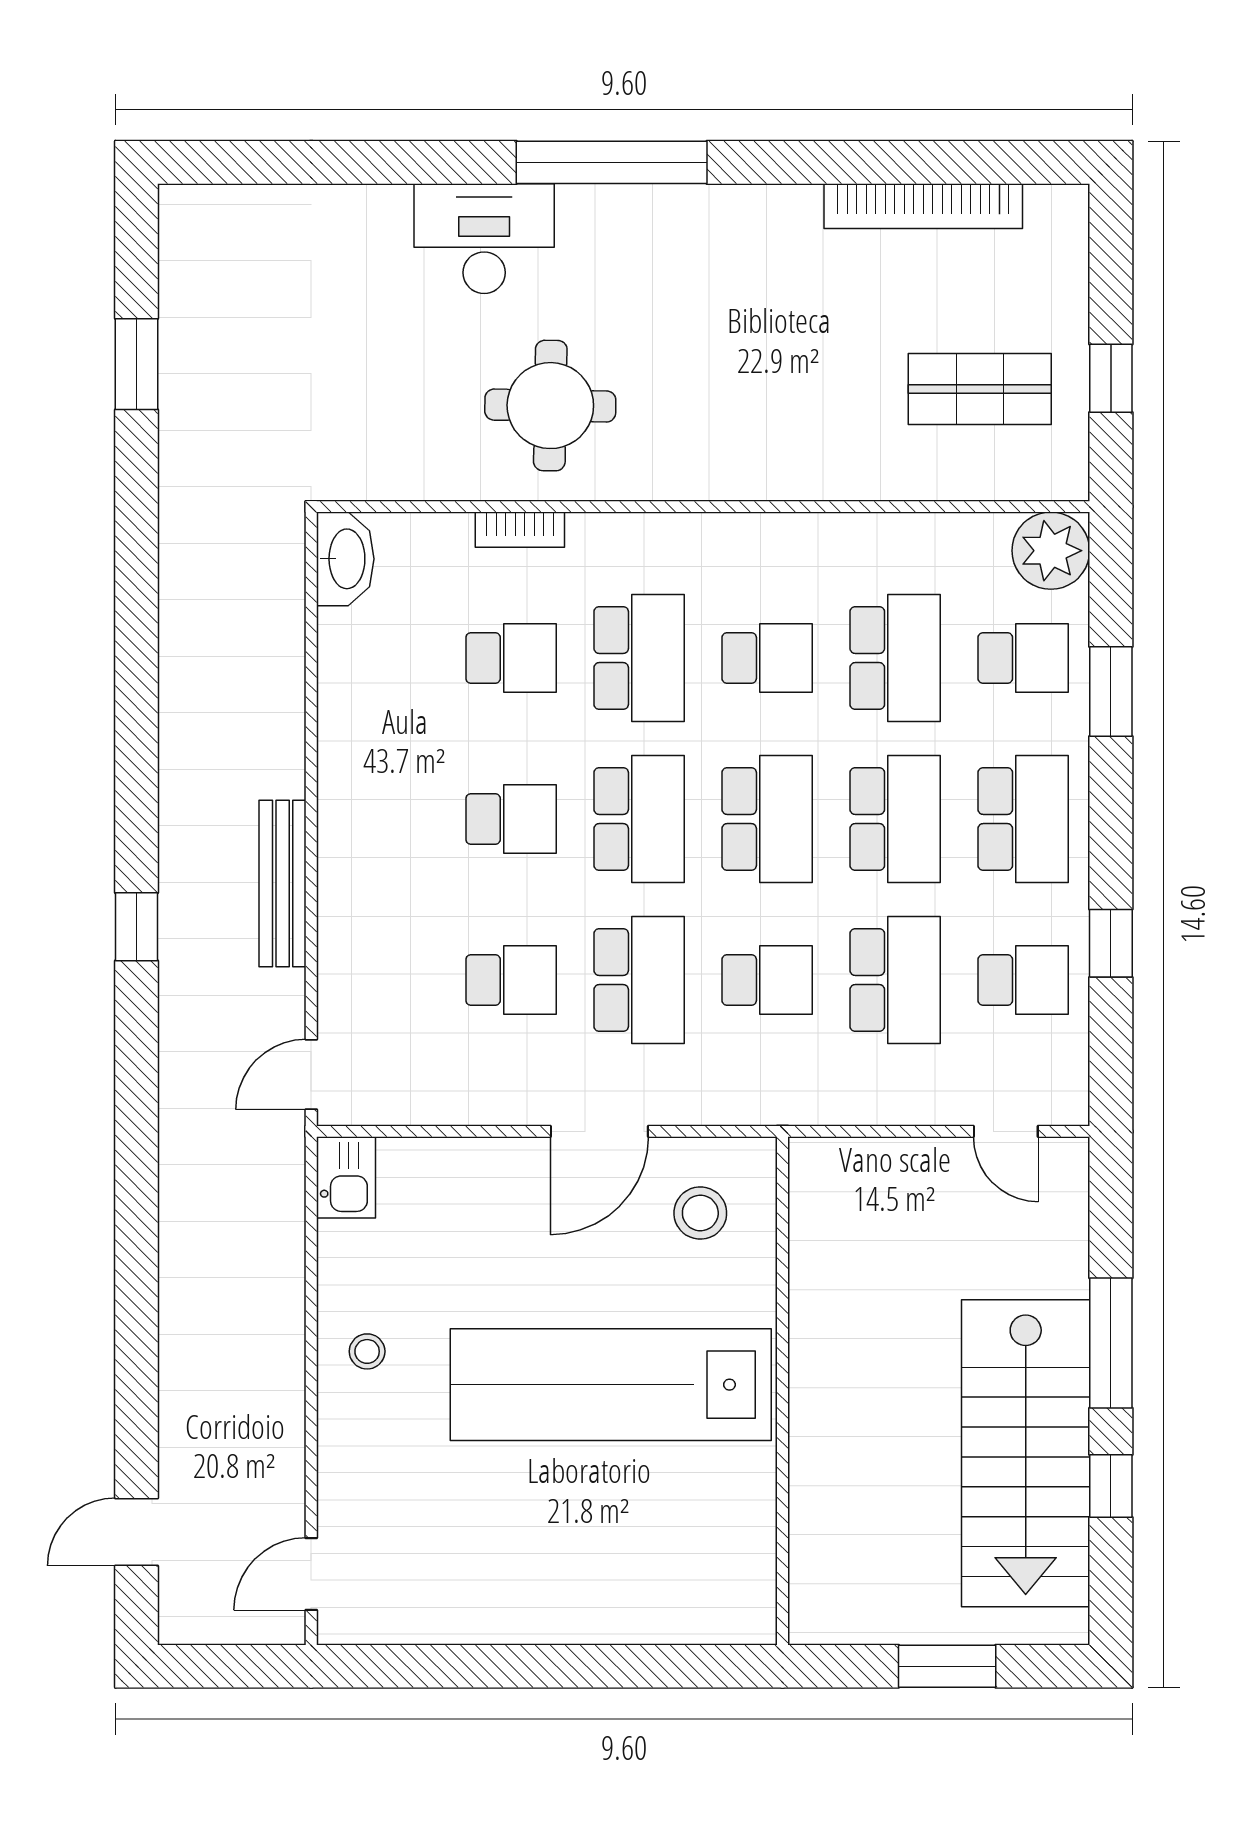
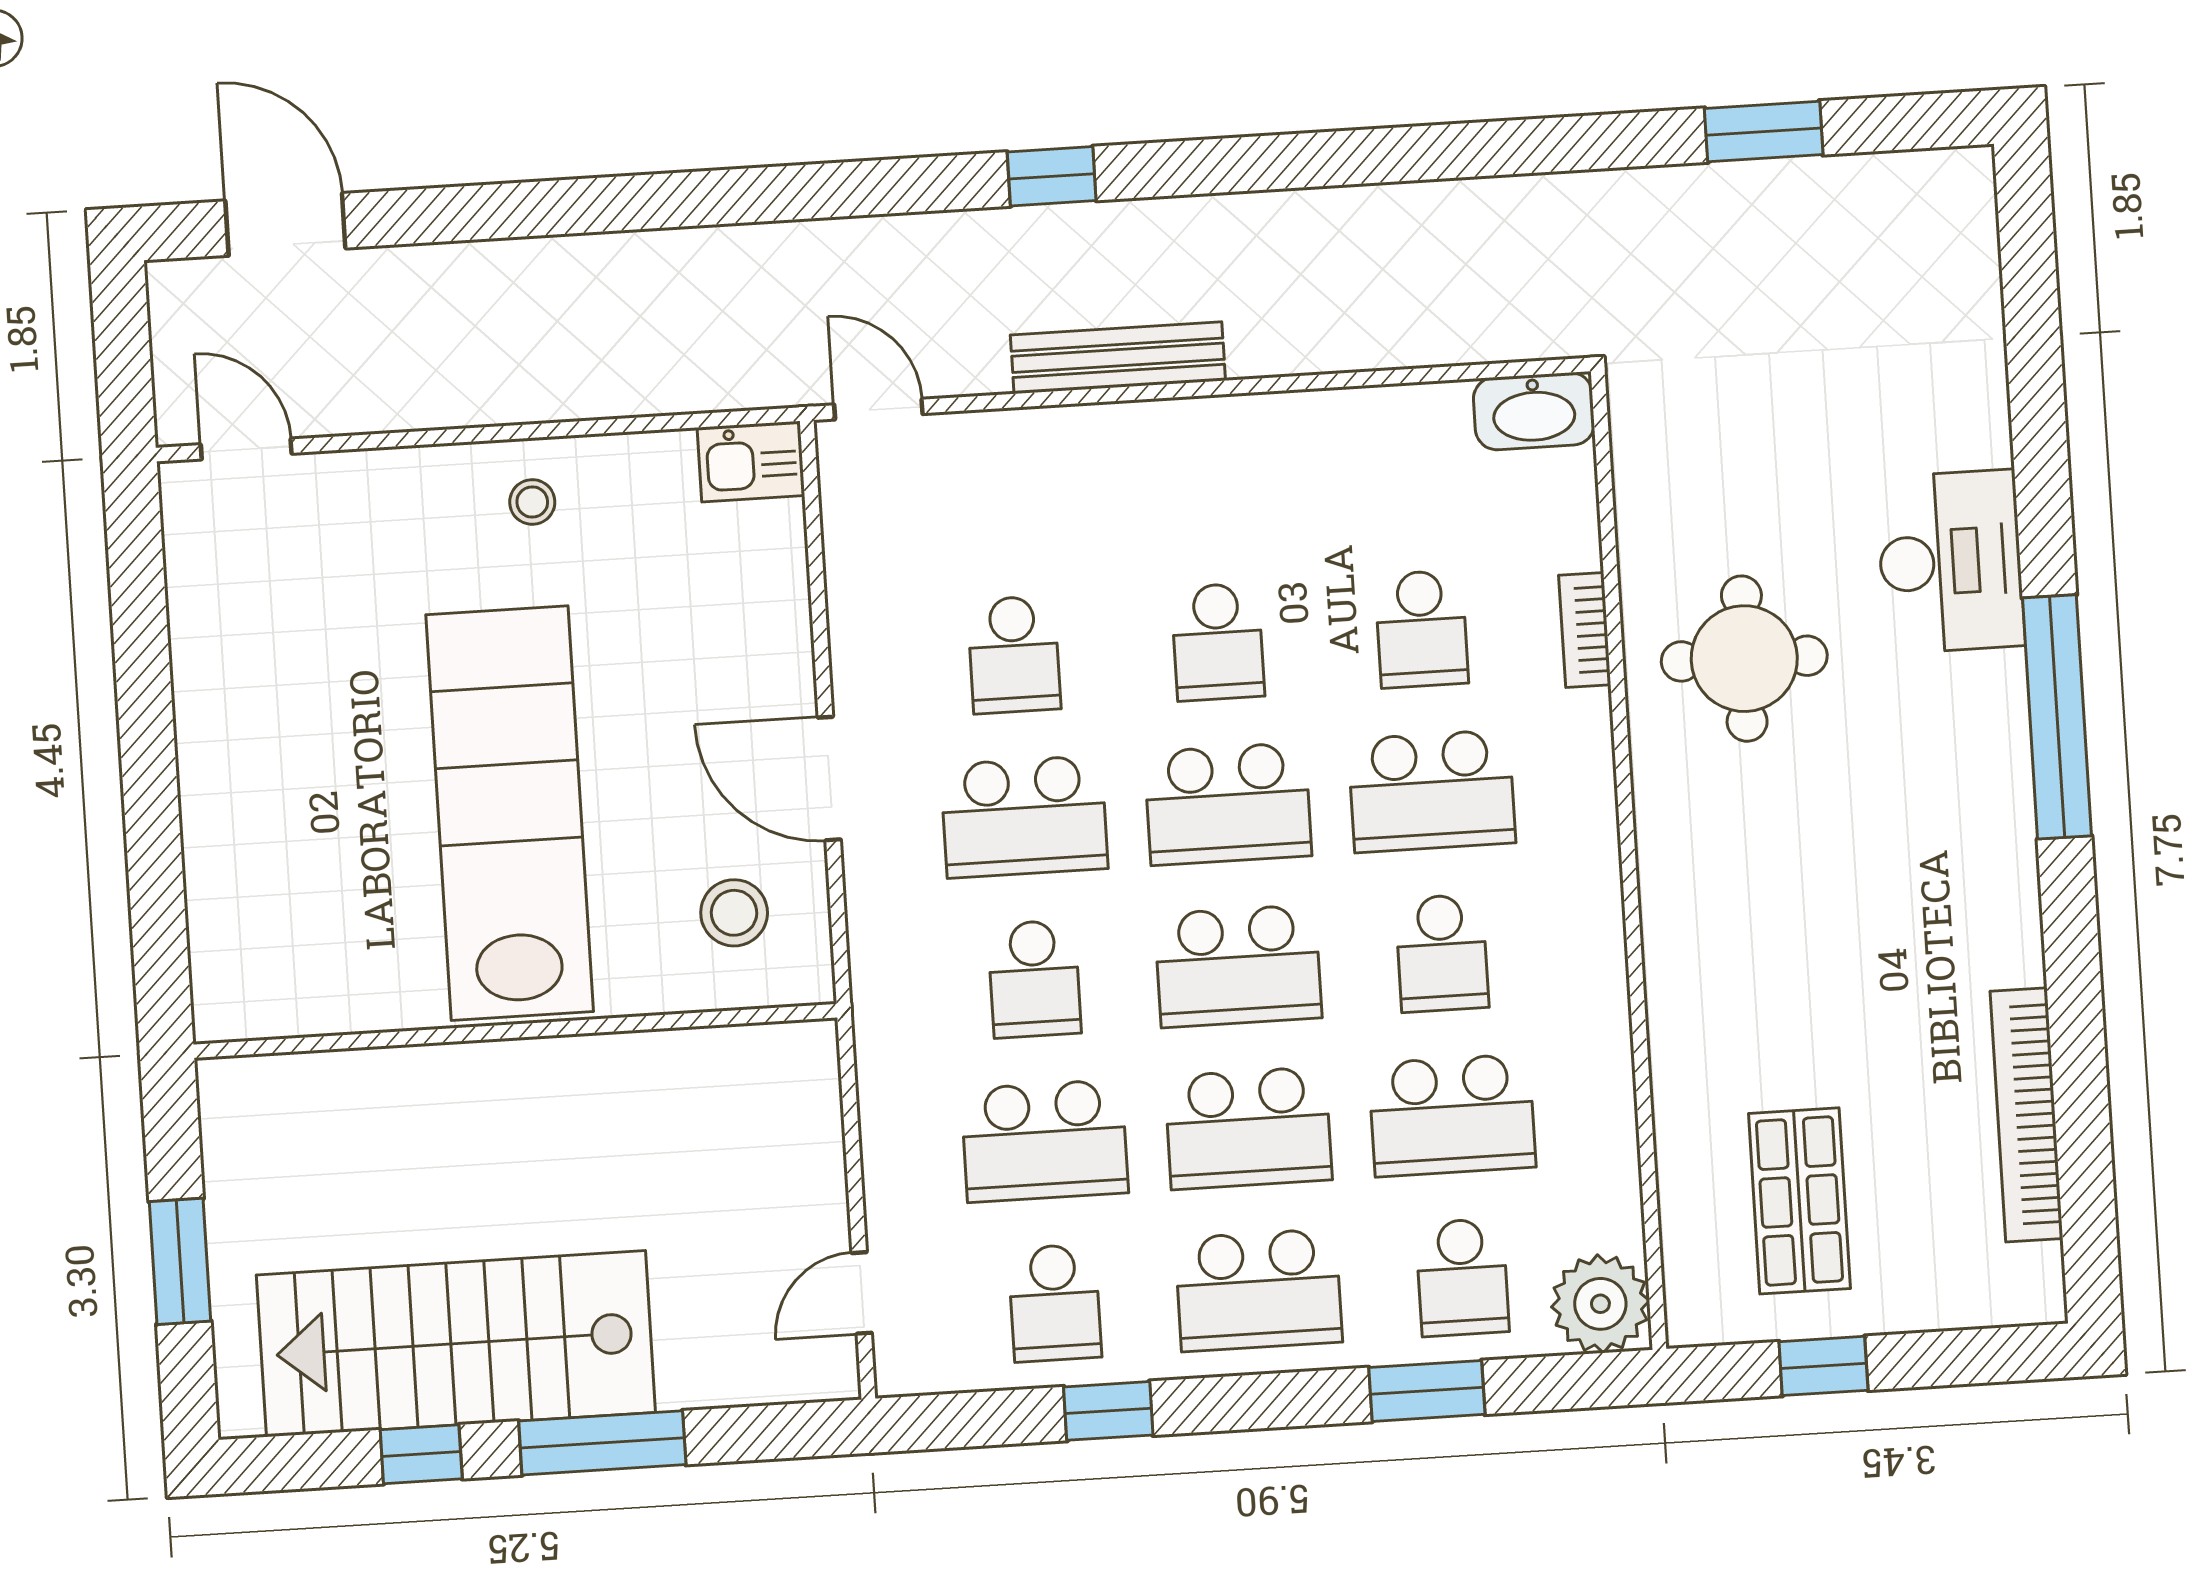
door: (136, 1532) -> (285, 224), width x1.38

